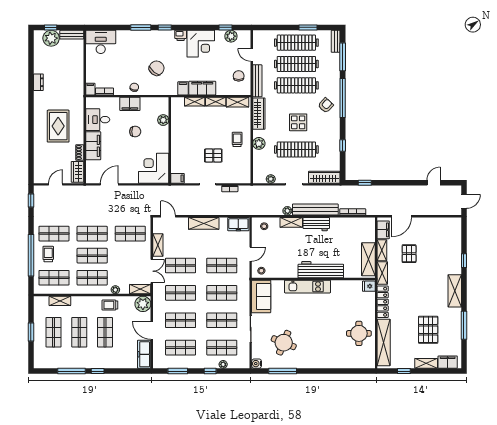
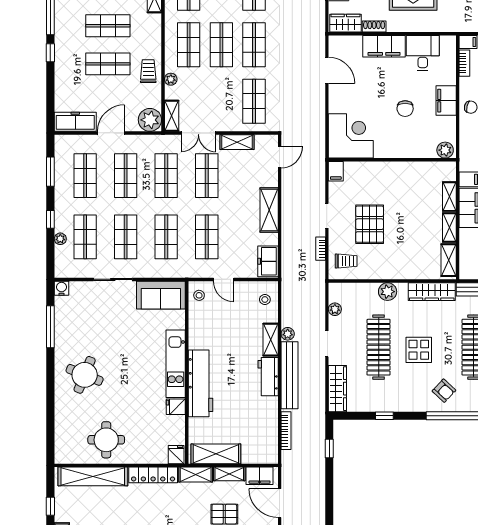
plant: (163, 120) -> (445, 150), moved
trolley: (237, 139) -> (346, 261), moved
pallet: (213, 156) -> (370, 224), width x1.50, depth x1.42
fridge: (337, 286) -> (176, 407), added
round table: (284, 343) -> (85, 375), moved

